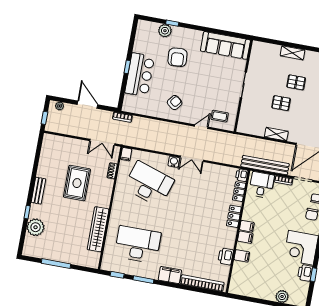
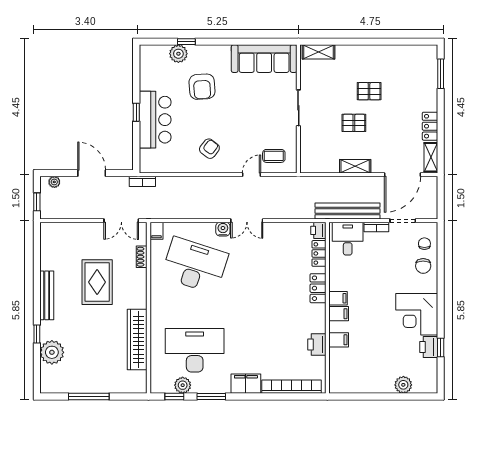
shelving: (293, 53) -> (318, 52), moved
bench: (38, 191) -> (47, 295), width x1.36
plant: (125, 268) -> (183, 385), added

